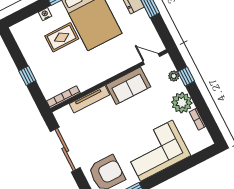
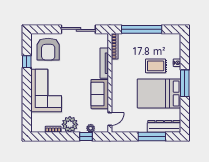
rug: (62, 37) -> (156, 66), turned 90
window: (27, 76) -> (142, 29), width x3.17

